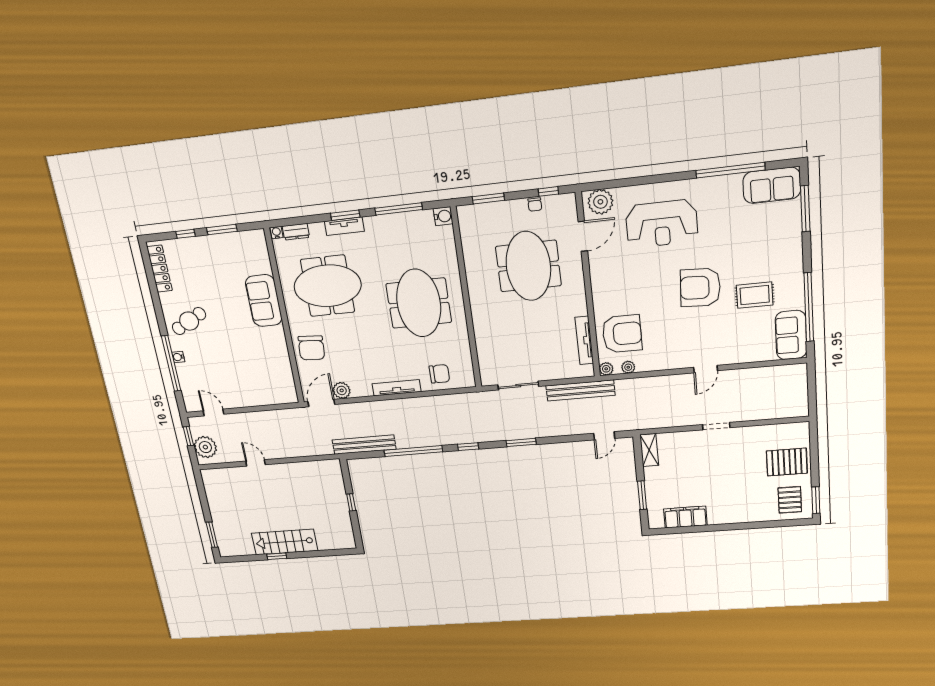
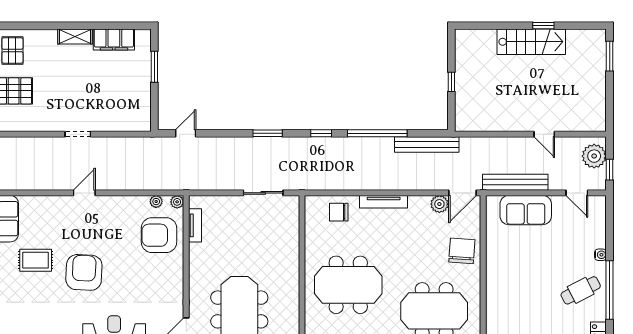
armchair: (700, 288) -> (84, 272), turned -90
sofa: (264, 301) -> (526, 210), moved, turned 90
meeting table: (419, 303) -> (348, 285), turned 90
tv unit: (584, 340) -> (195, 225), width x0.71
window: (171, 363) -> (610, 290), moved
bench: (580, 390) -> (515, 182), moved
shelving: (649, 450) -> (75, 37), moved, turned 90

